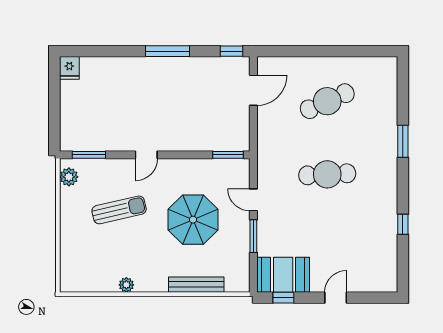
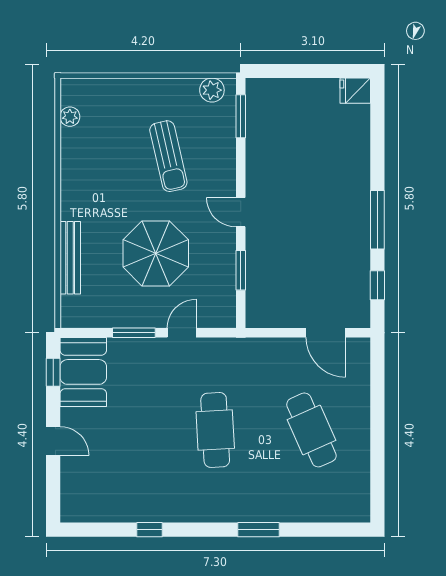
window: (231, 51) -> (377, 285), moved
door: (146, 155) -> (241, 212), moved
window: (228, 155) -> (241, 270), moved
plant: (126, 285) -> (70, 117), moved

